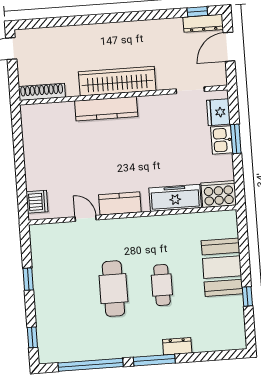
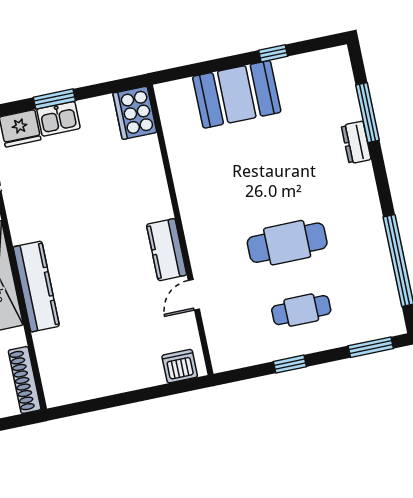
freezer: (175, 198) -> (148, 173), removed
cafe table: (162, 285) -> (301, 310), moved
window: (32, 337) -> (371, 347), width x1.50
window: (154, 360) -> (367, 113), moved

